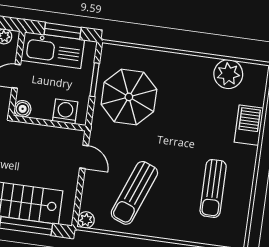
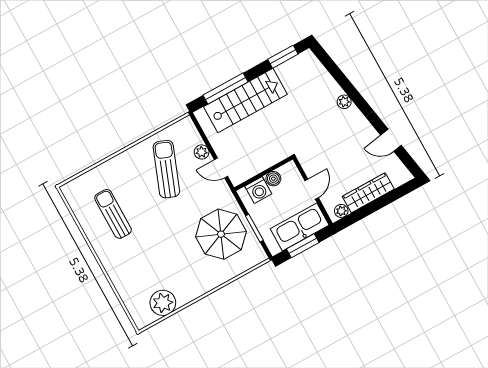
boiler: (23, 109) -> (273, 179), moved
barbecue: (249, 125) -> (121, 278), removed
plant: (86, 220) -> (202, 152), moved

